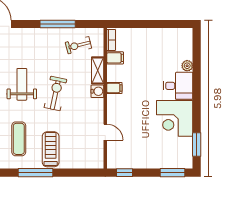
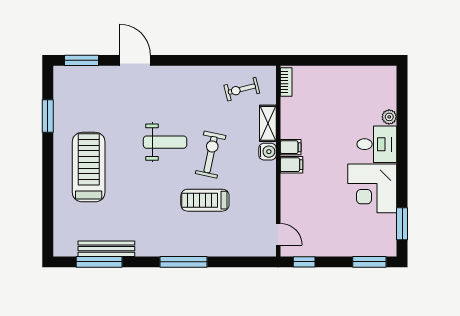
window: (58, 24) -> (214, 60), removed
filing cabinet: (115, 58) -> (291, 165), moved
weight bench: (22, 84) -> (165, 142), turned 90
door: (105, 132) -> (278, 234), moved
exercise mat: (19, 139) -> (161, 216), removed
treadmill: (51, 149) -> (205, 200), moved, turned -90

